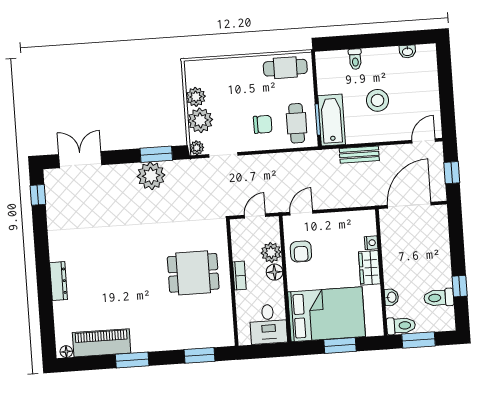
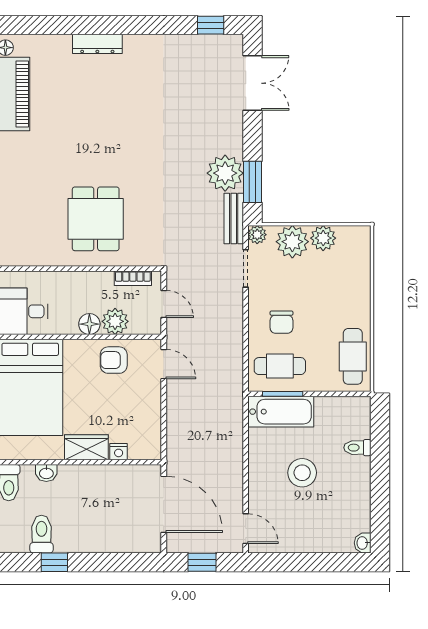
washbasin: (407, 51) -> (363, 543), moved
bench: (359, 155) -> (234, 219), moved
bookcase: (239, 276) -> (133, 278), moved

